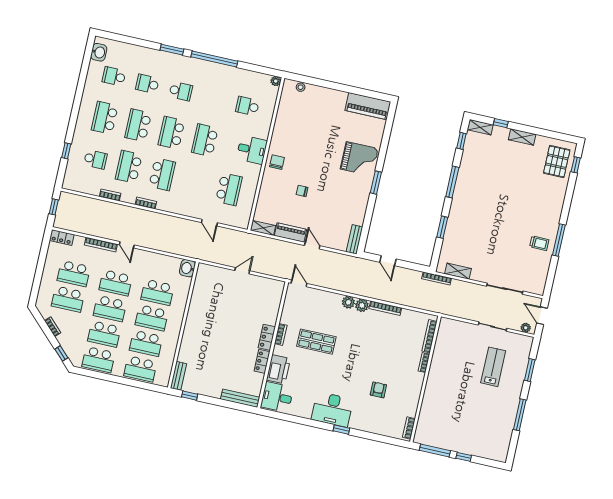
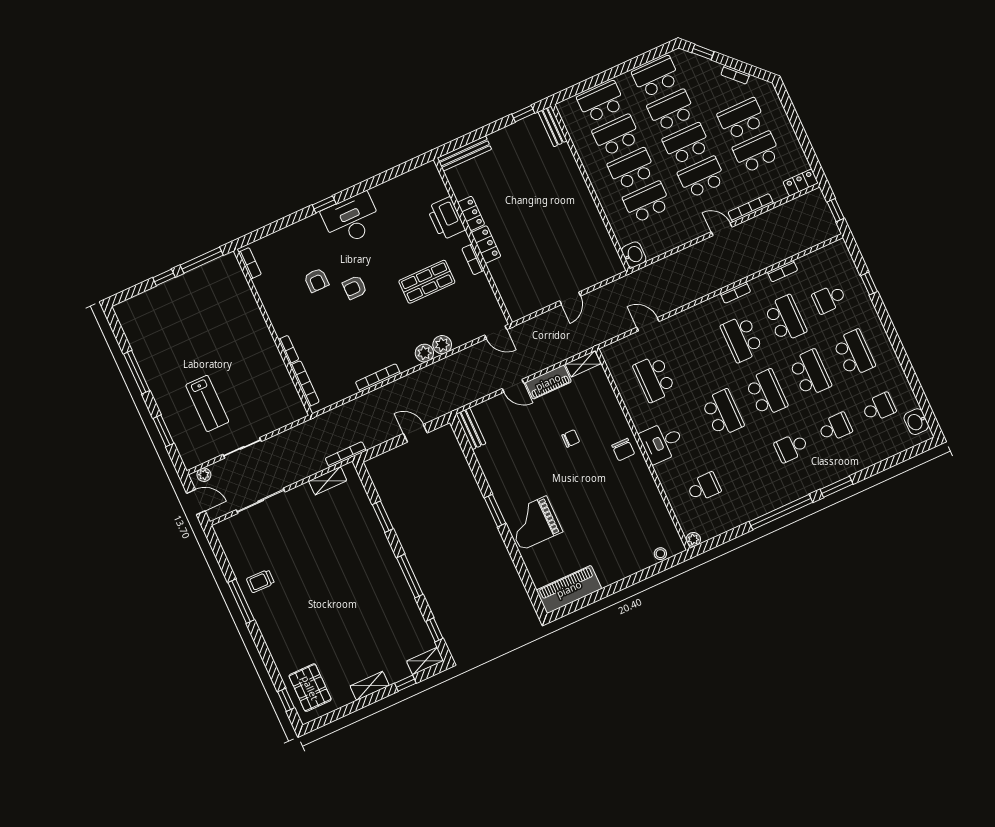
plant: (362, 305) -> (442, 345), moved
armchair: (360, 369) -> (355, 288), added
desk: (277, 397) -> (424, 186), removed

